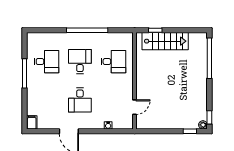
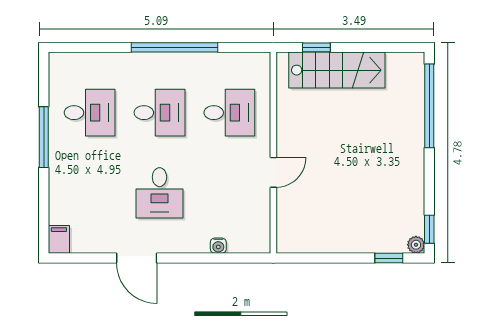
desk: (80, 62) -> (159, 113), turned 90
door: (135, 107) -> (273, 172), moved

